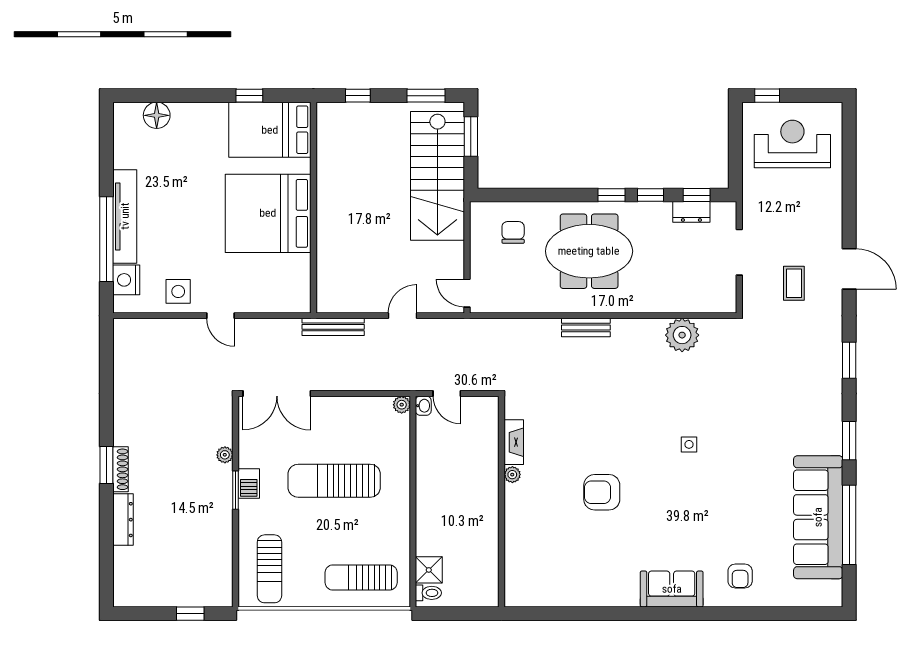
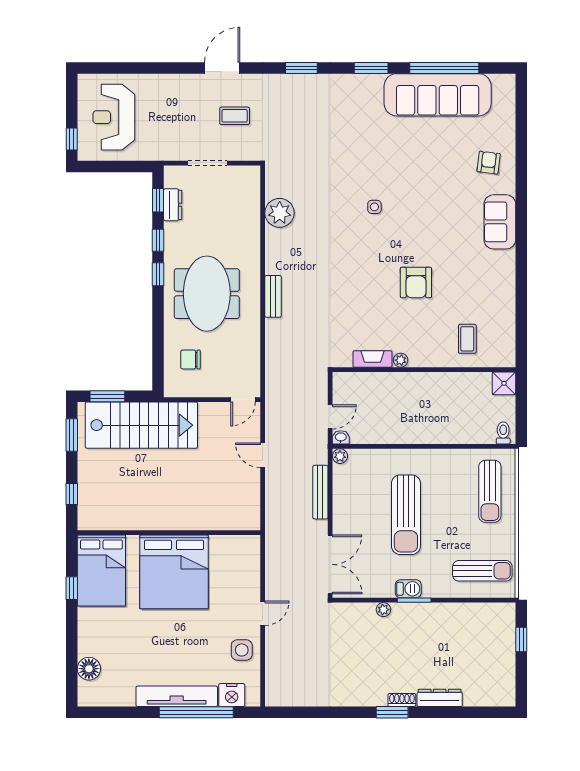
bench: (333, 327) -> (320, 492), moved
shoe rack: (121, 469) -> (402, 700), width x0.70
coffee table: (537, 551) -> (467, 339), added
shower: (429, 570) -> (504, 383), moved
armchair: (740, 576) -> (489, 163), turned -83

